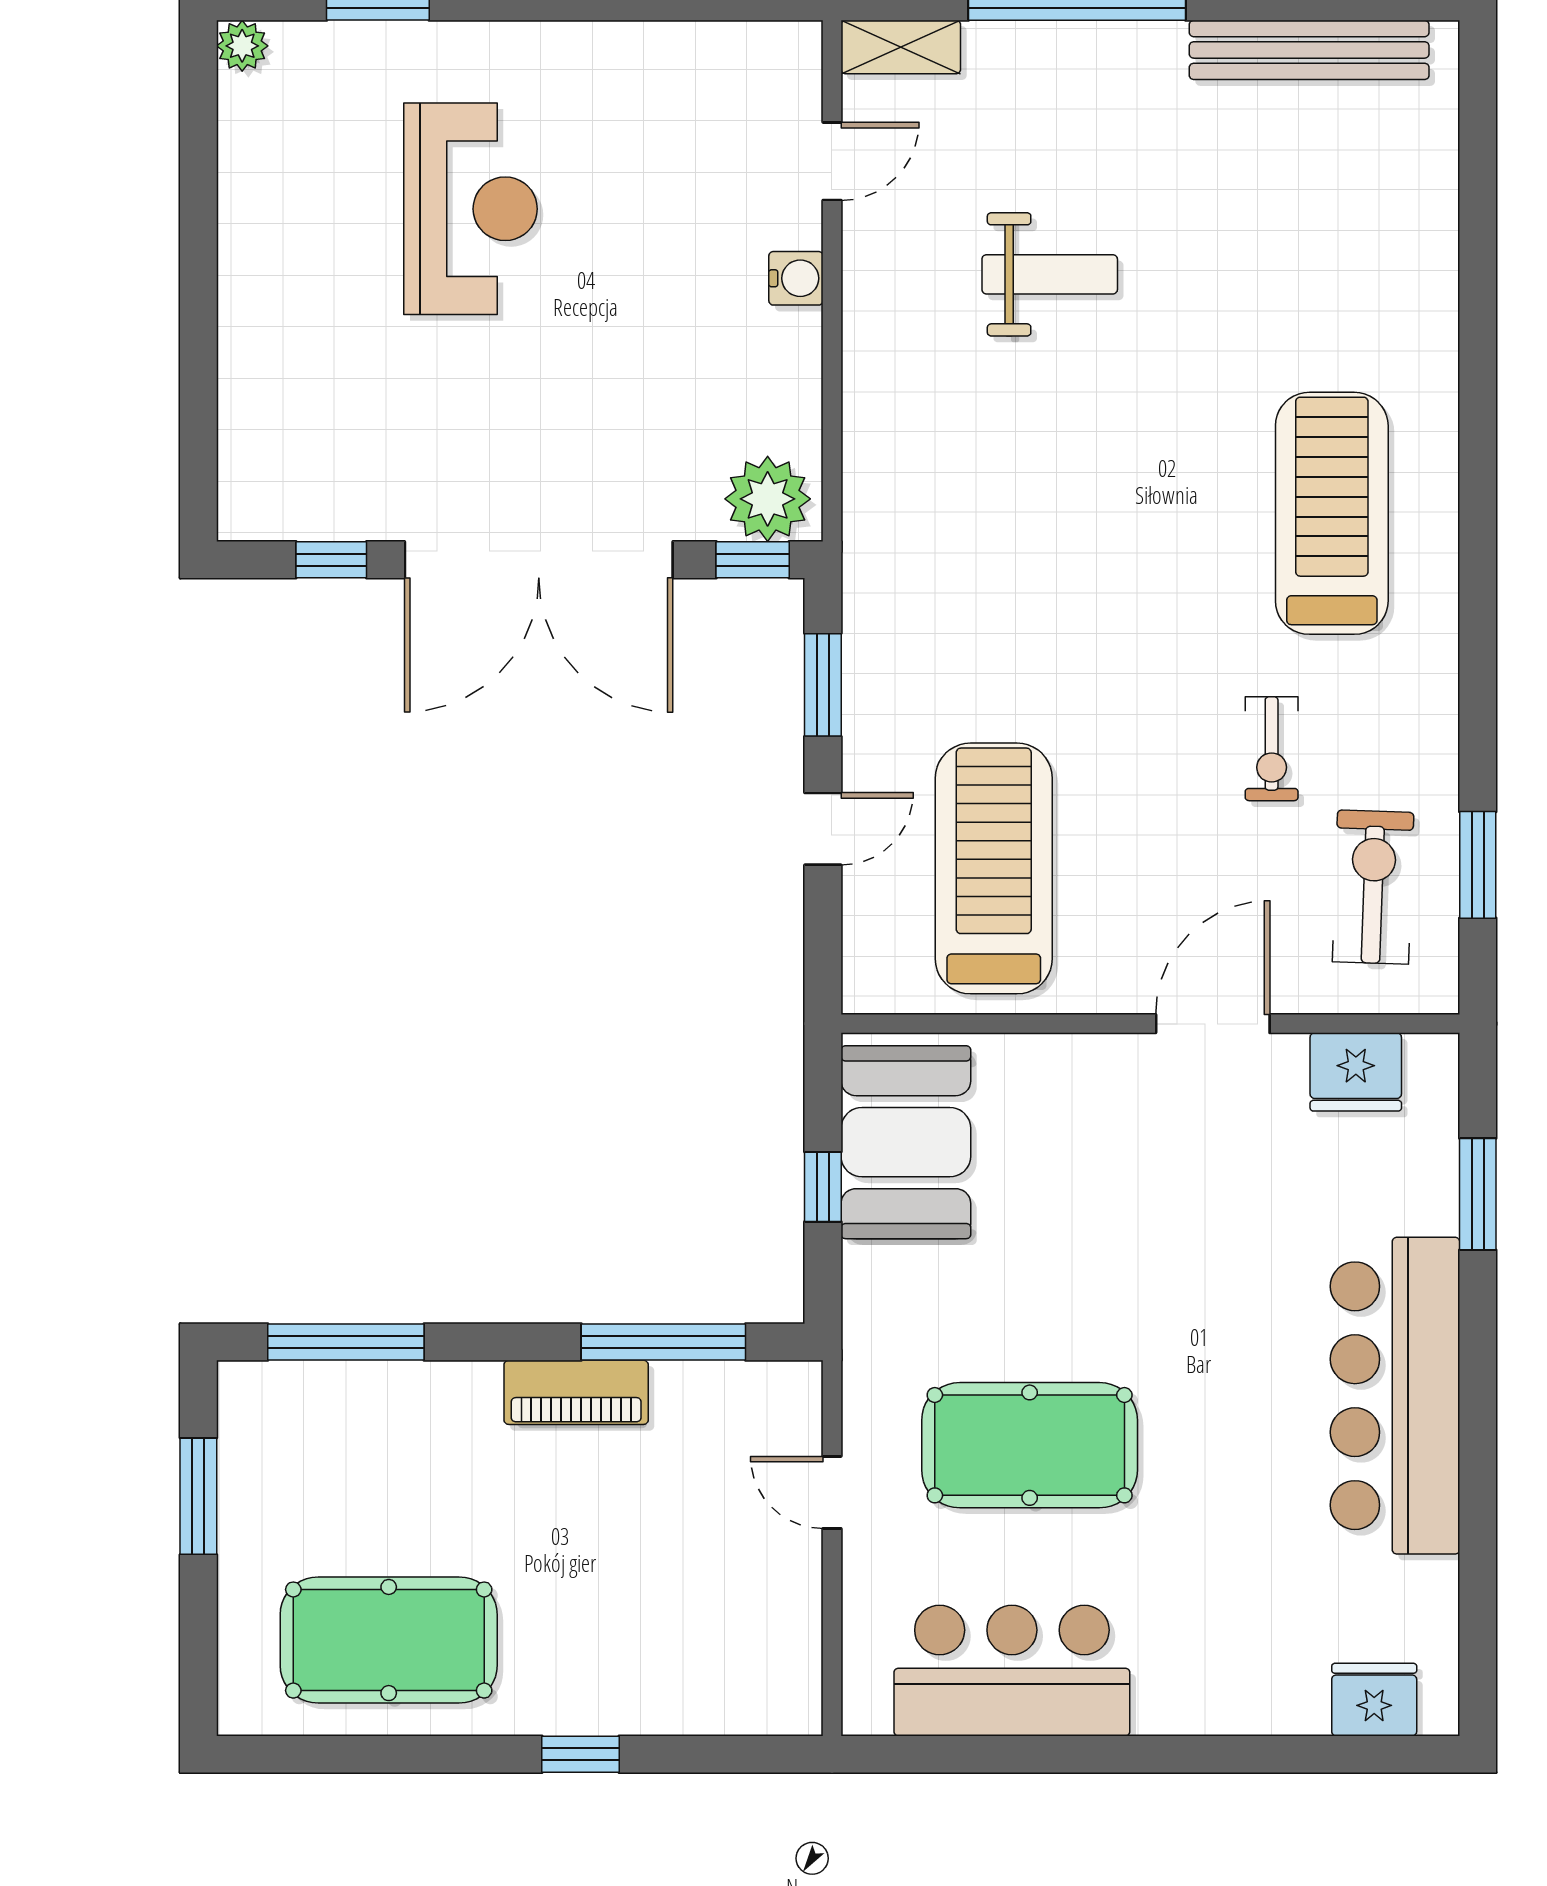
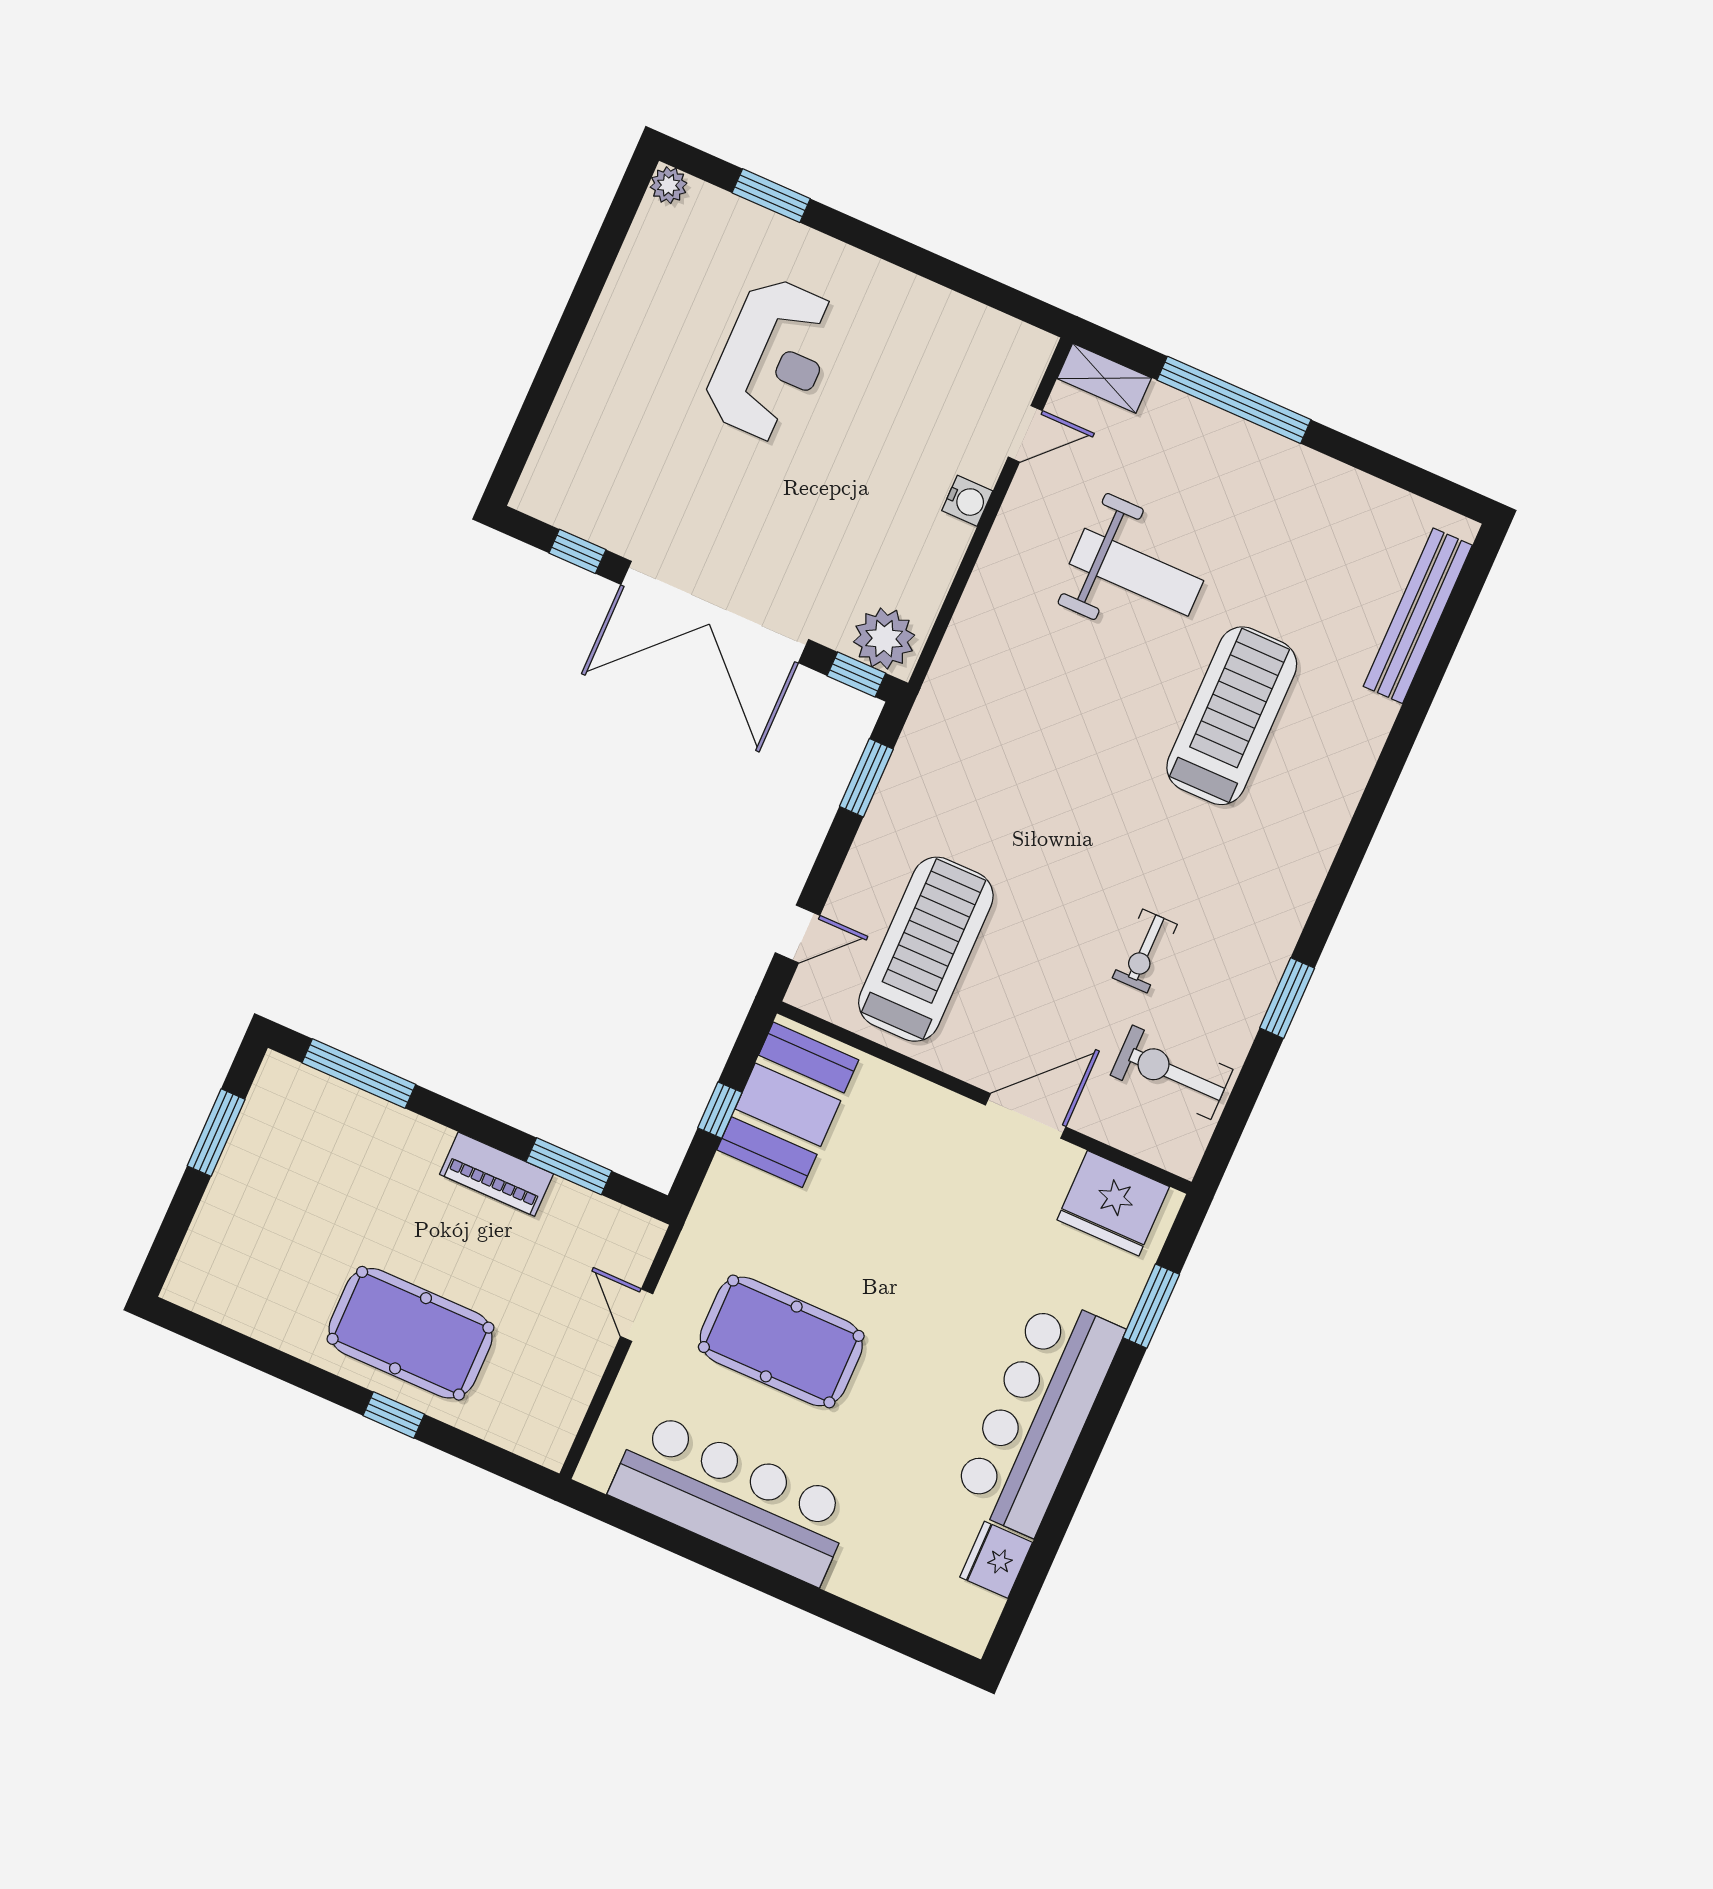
bench: (1309, 50) -> (1418, 616), moved, turned 90
weight bench: (1050, 274) -> (1136, 572), width x1.36, depth x1.33
treadmill: (1332, 513) -> (1232, 716), moved
door: (823, 829) -> (797, 934), moved
window: (1478, 865) -> (1287, 998), moved
exercise bike: (1373, 887) -> (1172, 1072), turned -92
fridge: (1356, 1072) -> (1113, 1203), width x1.36, depth x1.34
window: (663, 1342) -> (569, 1166), width x0.69
pool table: (389, 1640) -> (410, 1333), moved
bar counter: (1012, 1671) -> (732, 1498), width x1.36
fridge: (1374, 1700) -> (996, 1560), moved, turned -90

